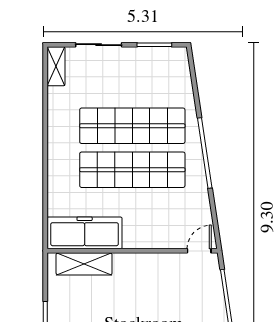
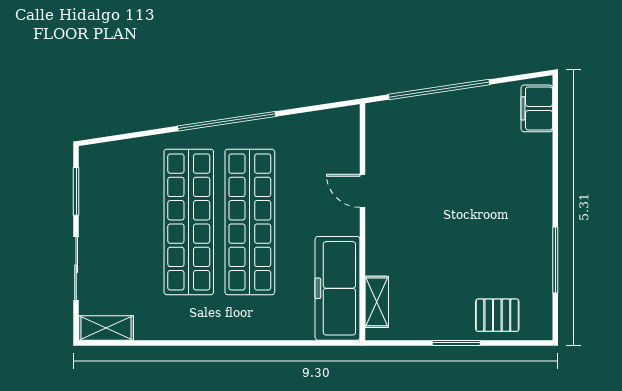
door: (199, 251) -> (362, 191), moved
shelving: (84, 264) -> (377, 302), width x0.67, depth x0.75

